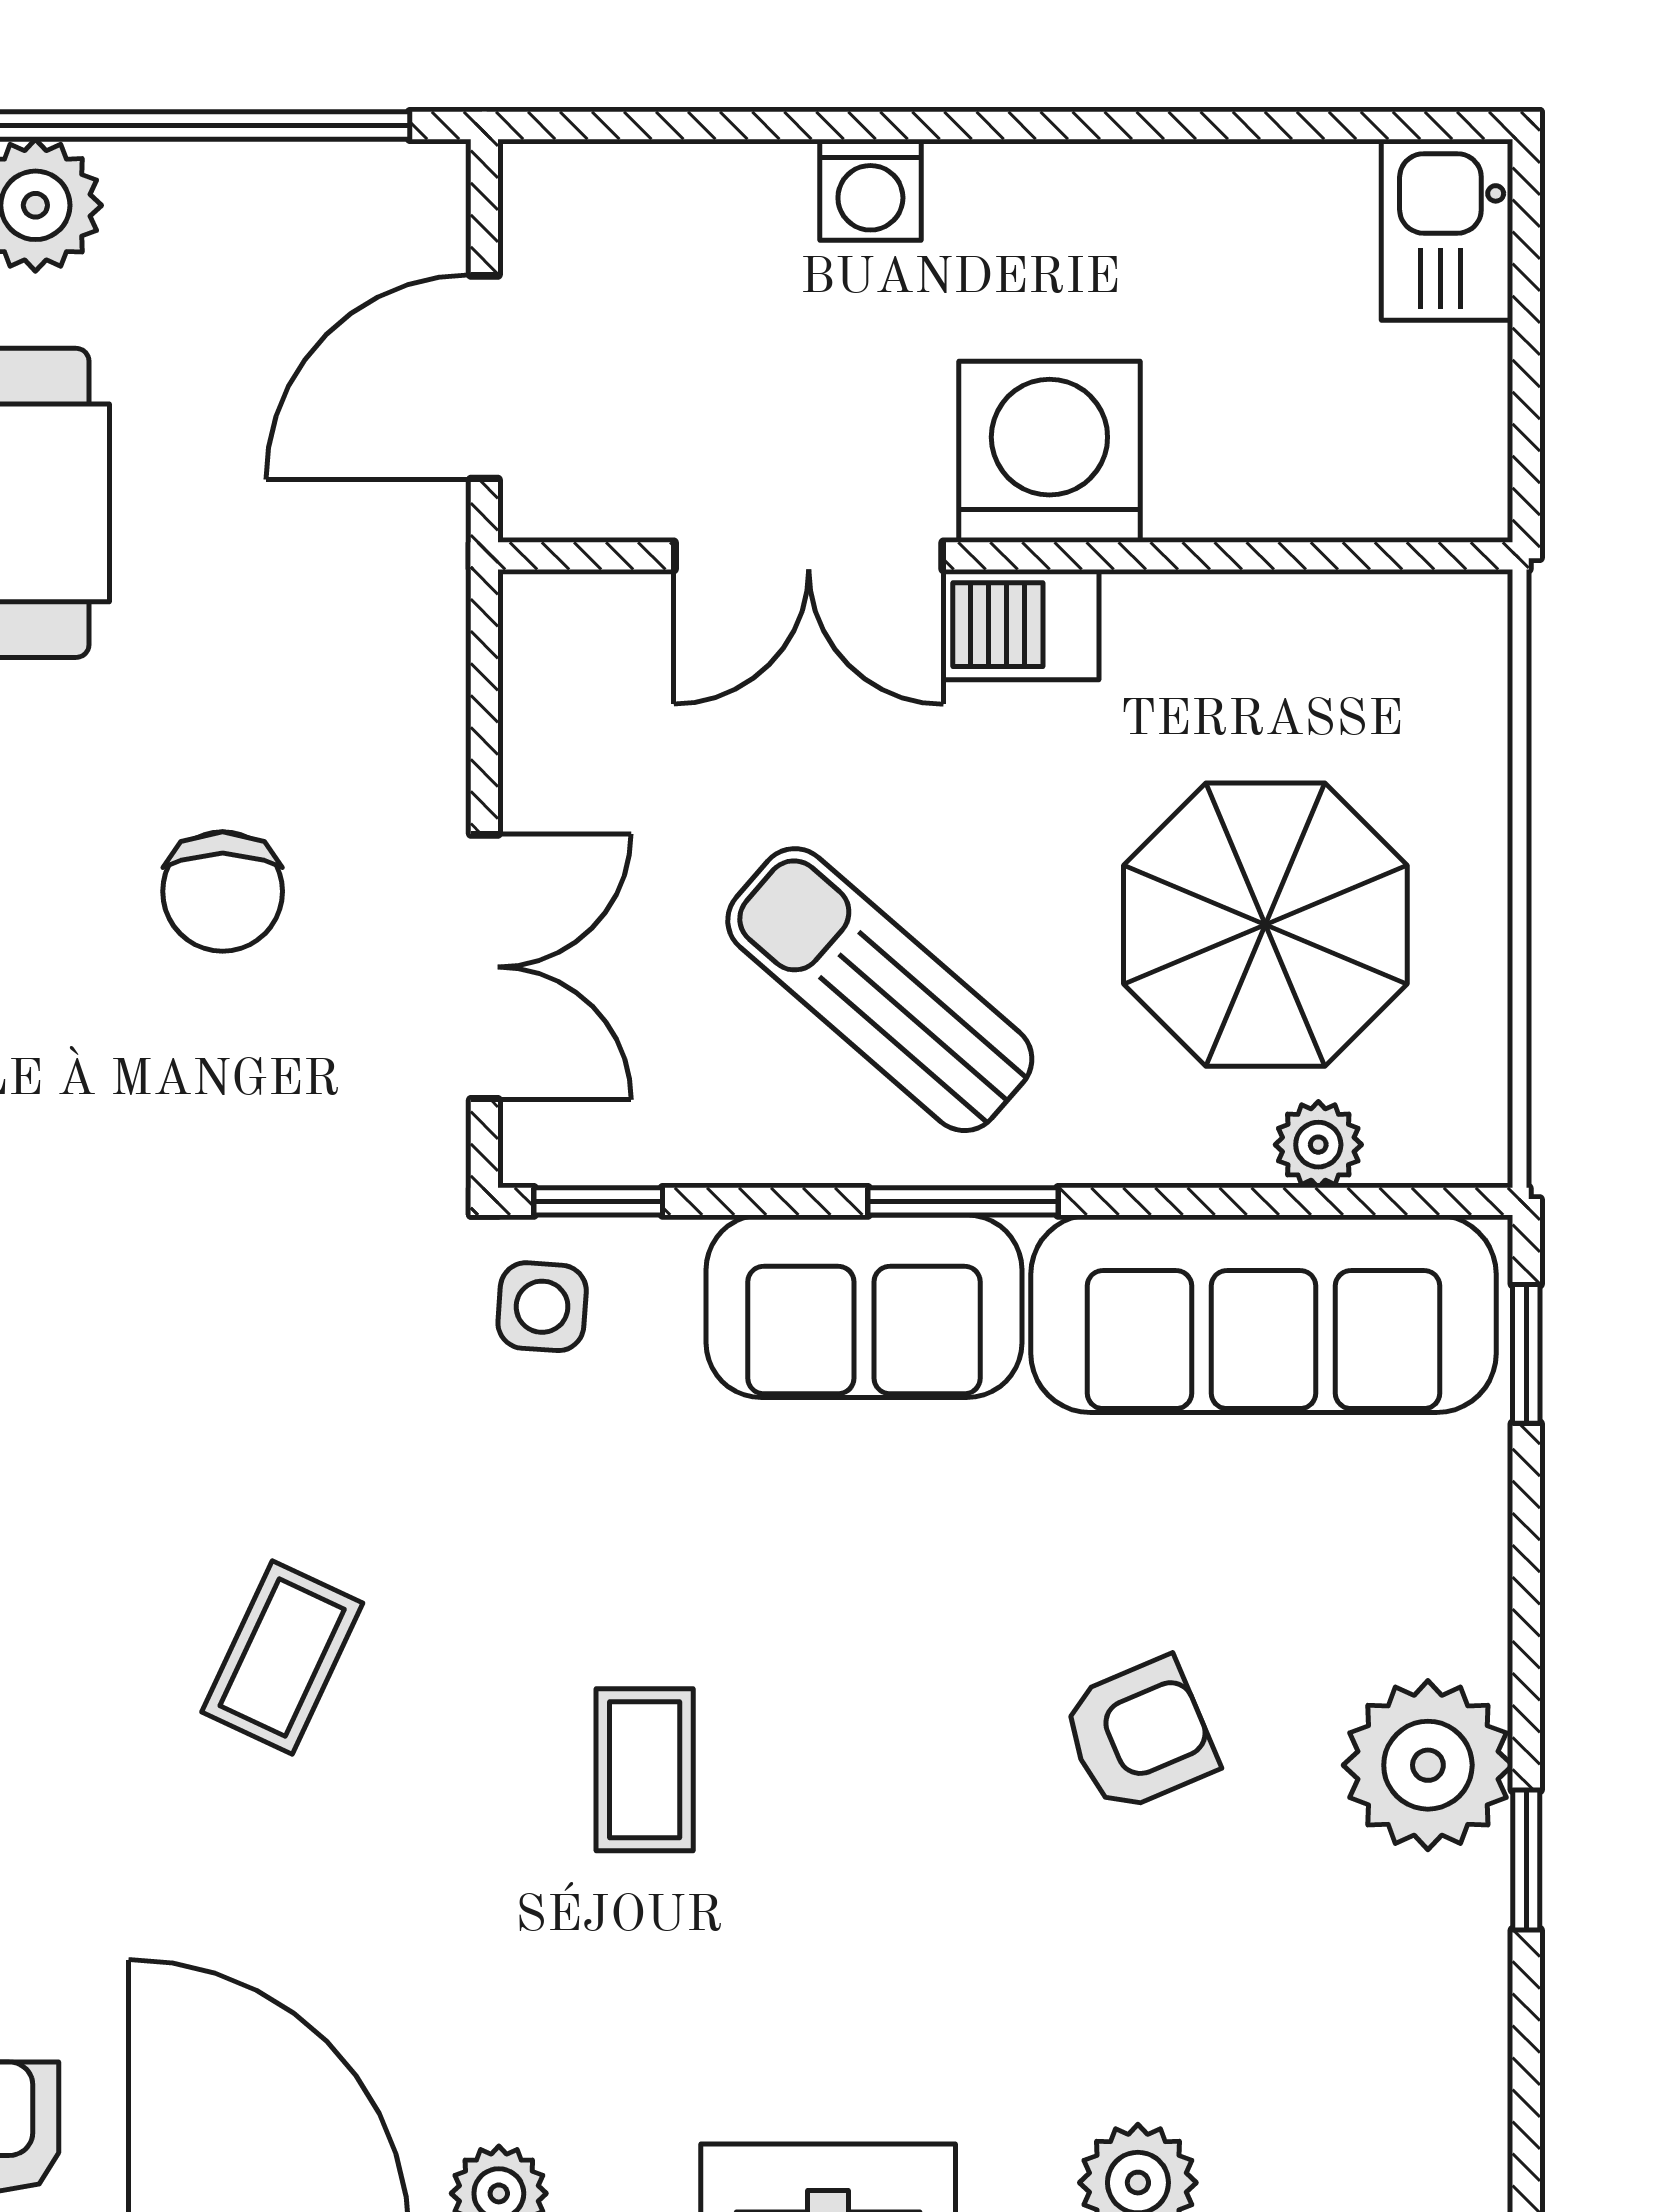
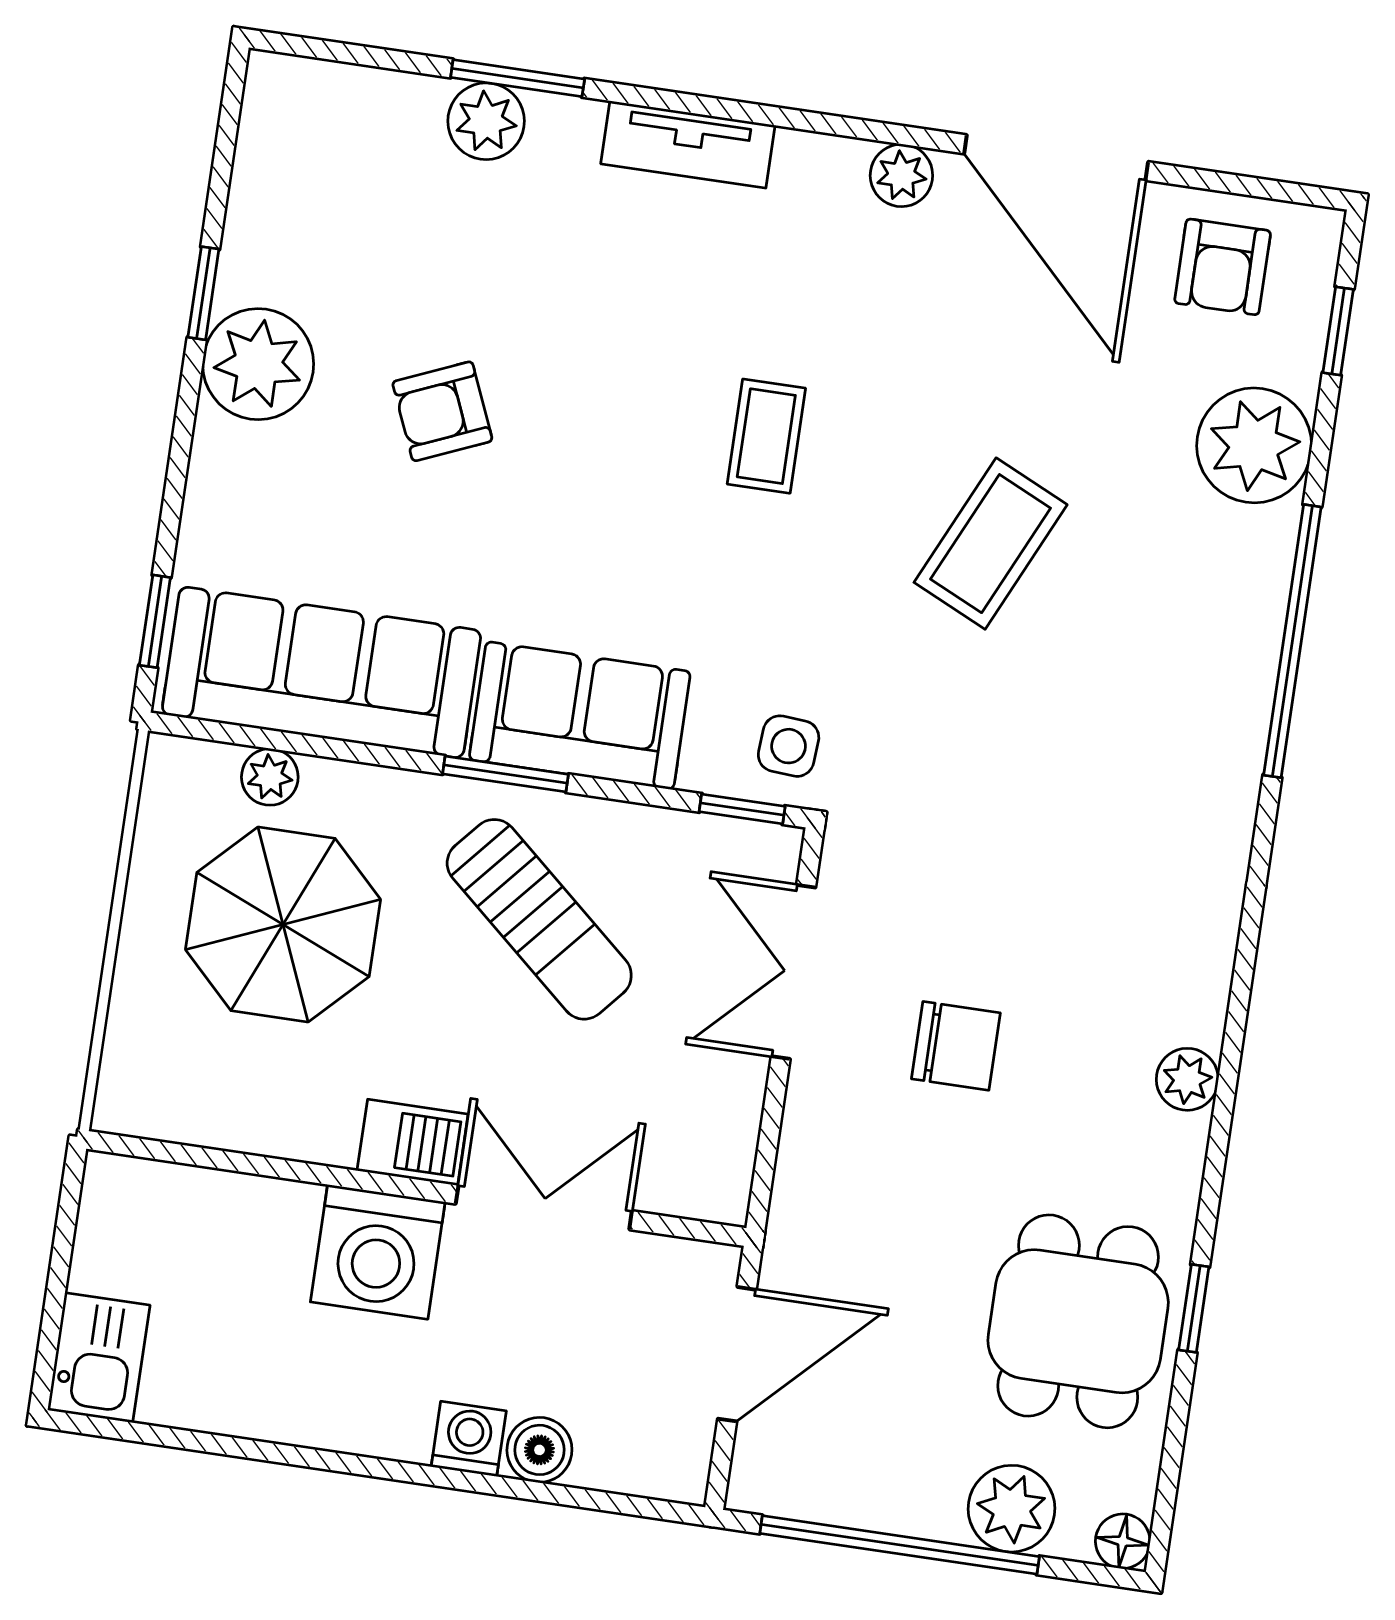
boiler: (761, 189) -> (539, 1450), added
chair: (223, 891) -> (956, 1046), turned 90
coffee table: (282, 1658) -> (991, 544), width x1.36, depth x1.30

